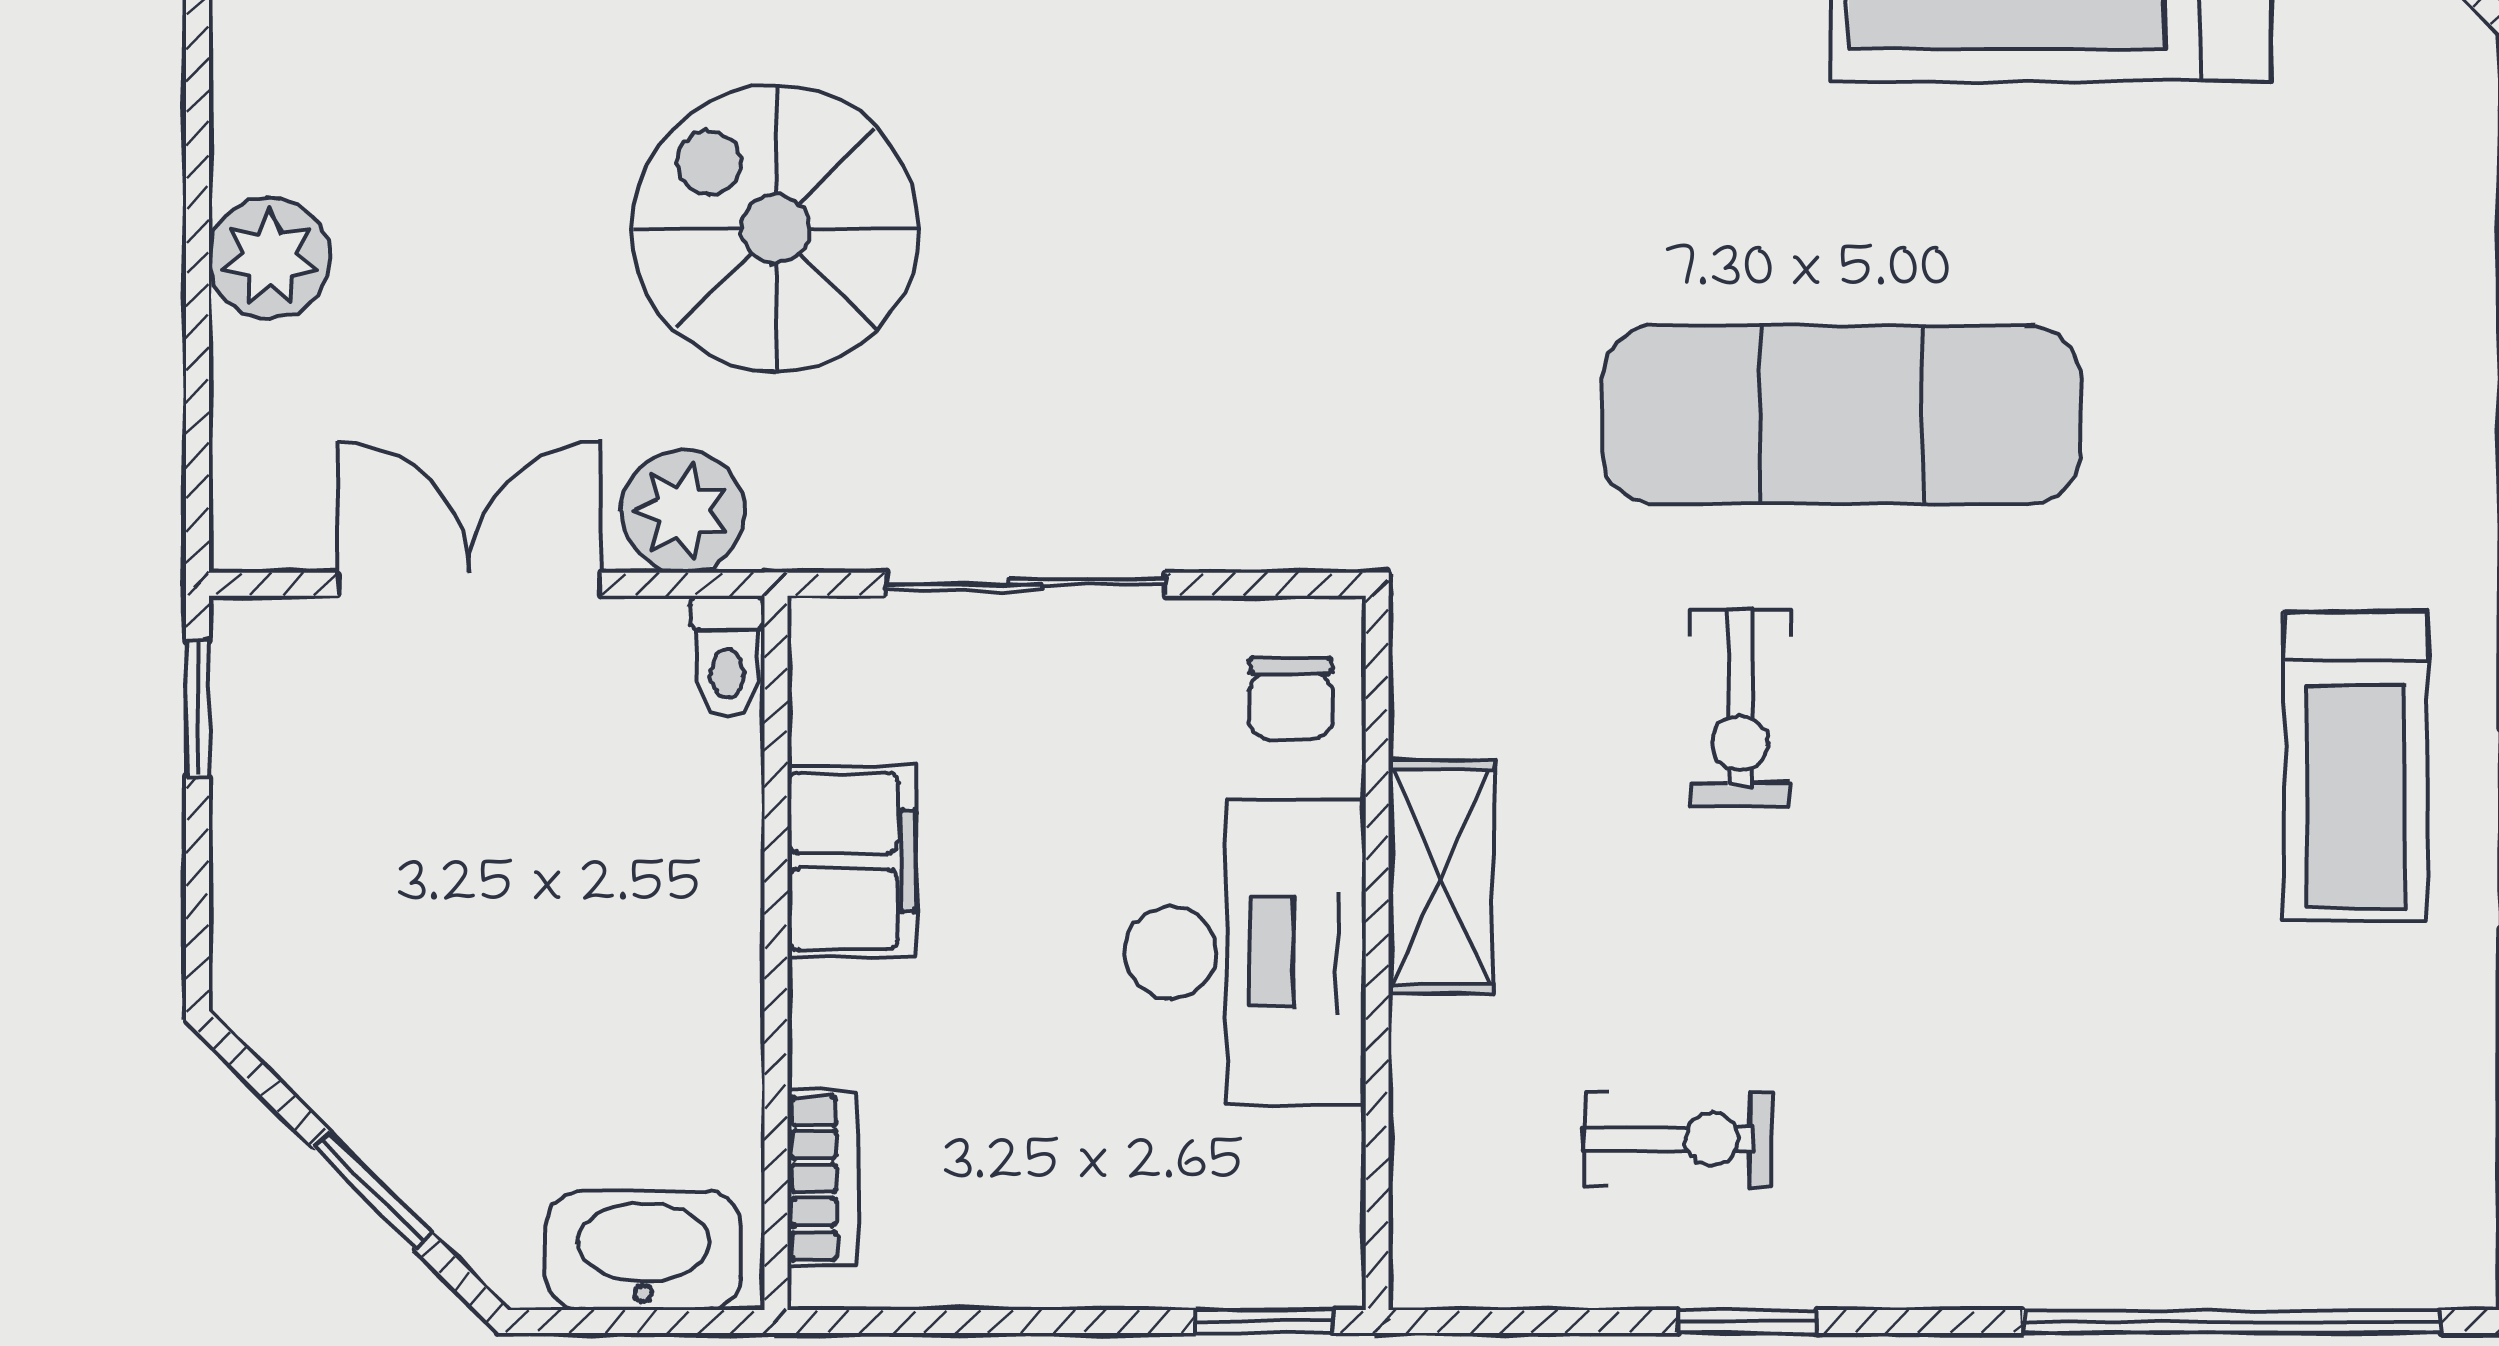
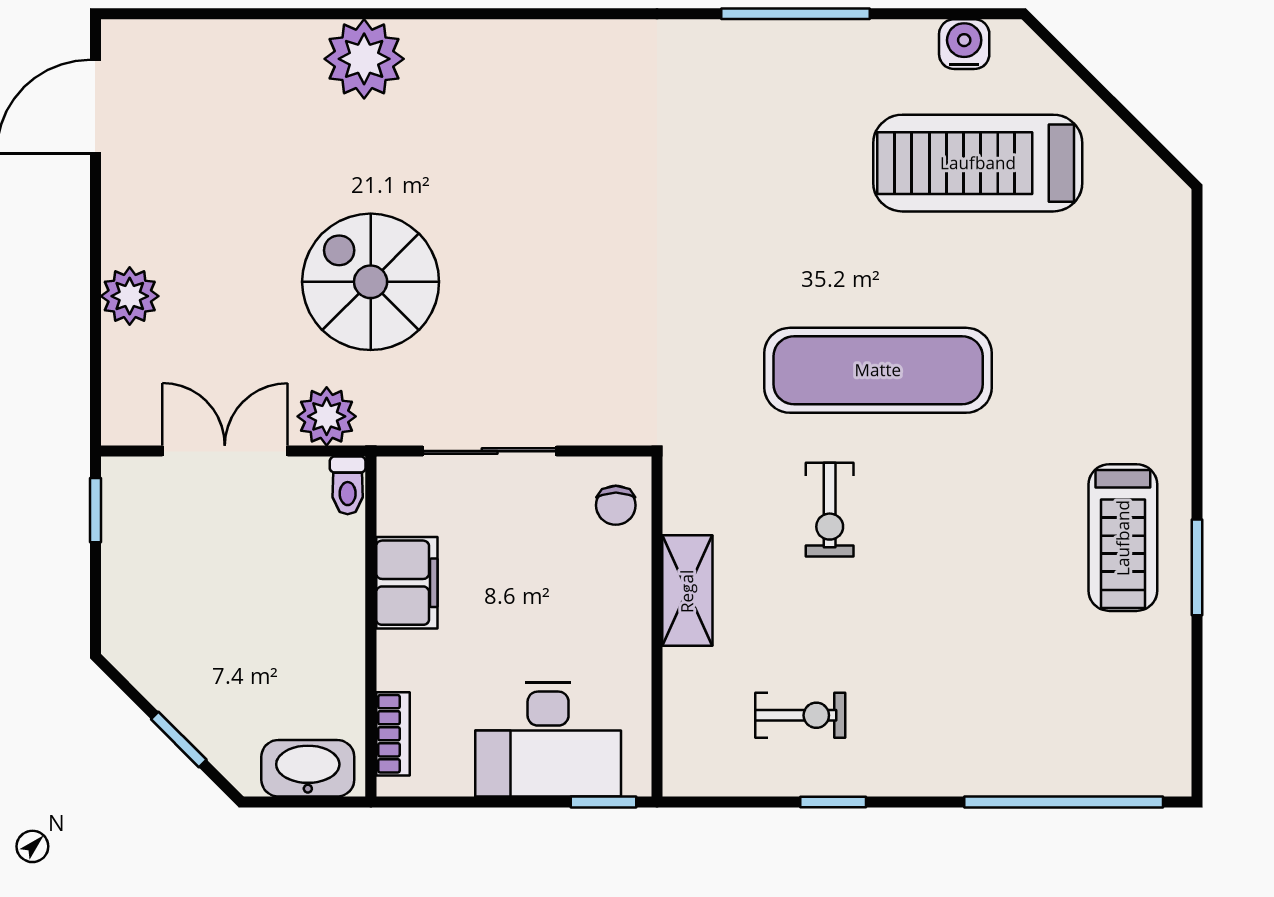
desk: (1246, 952) -> (548, 739), moved, turned 90

